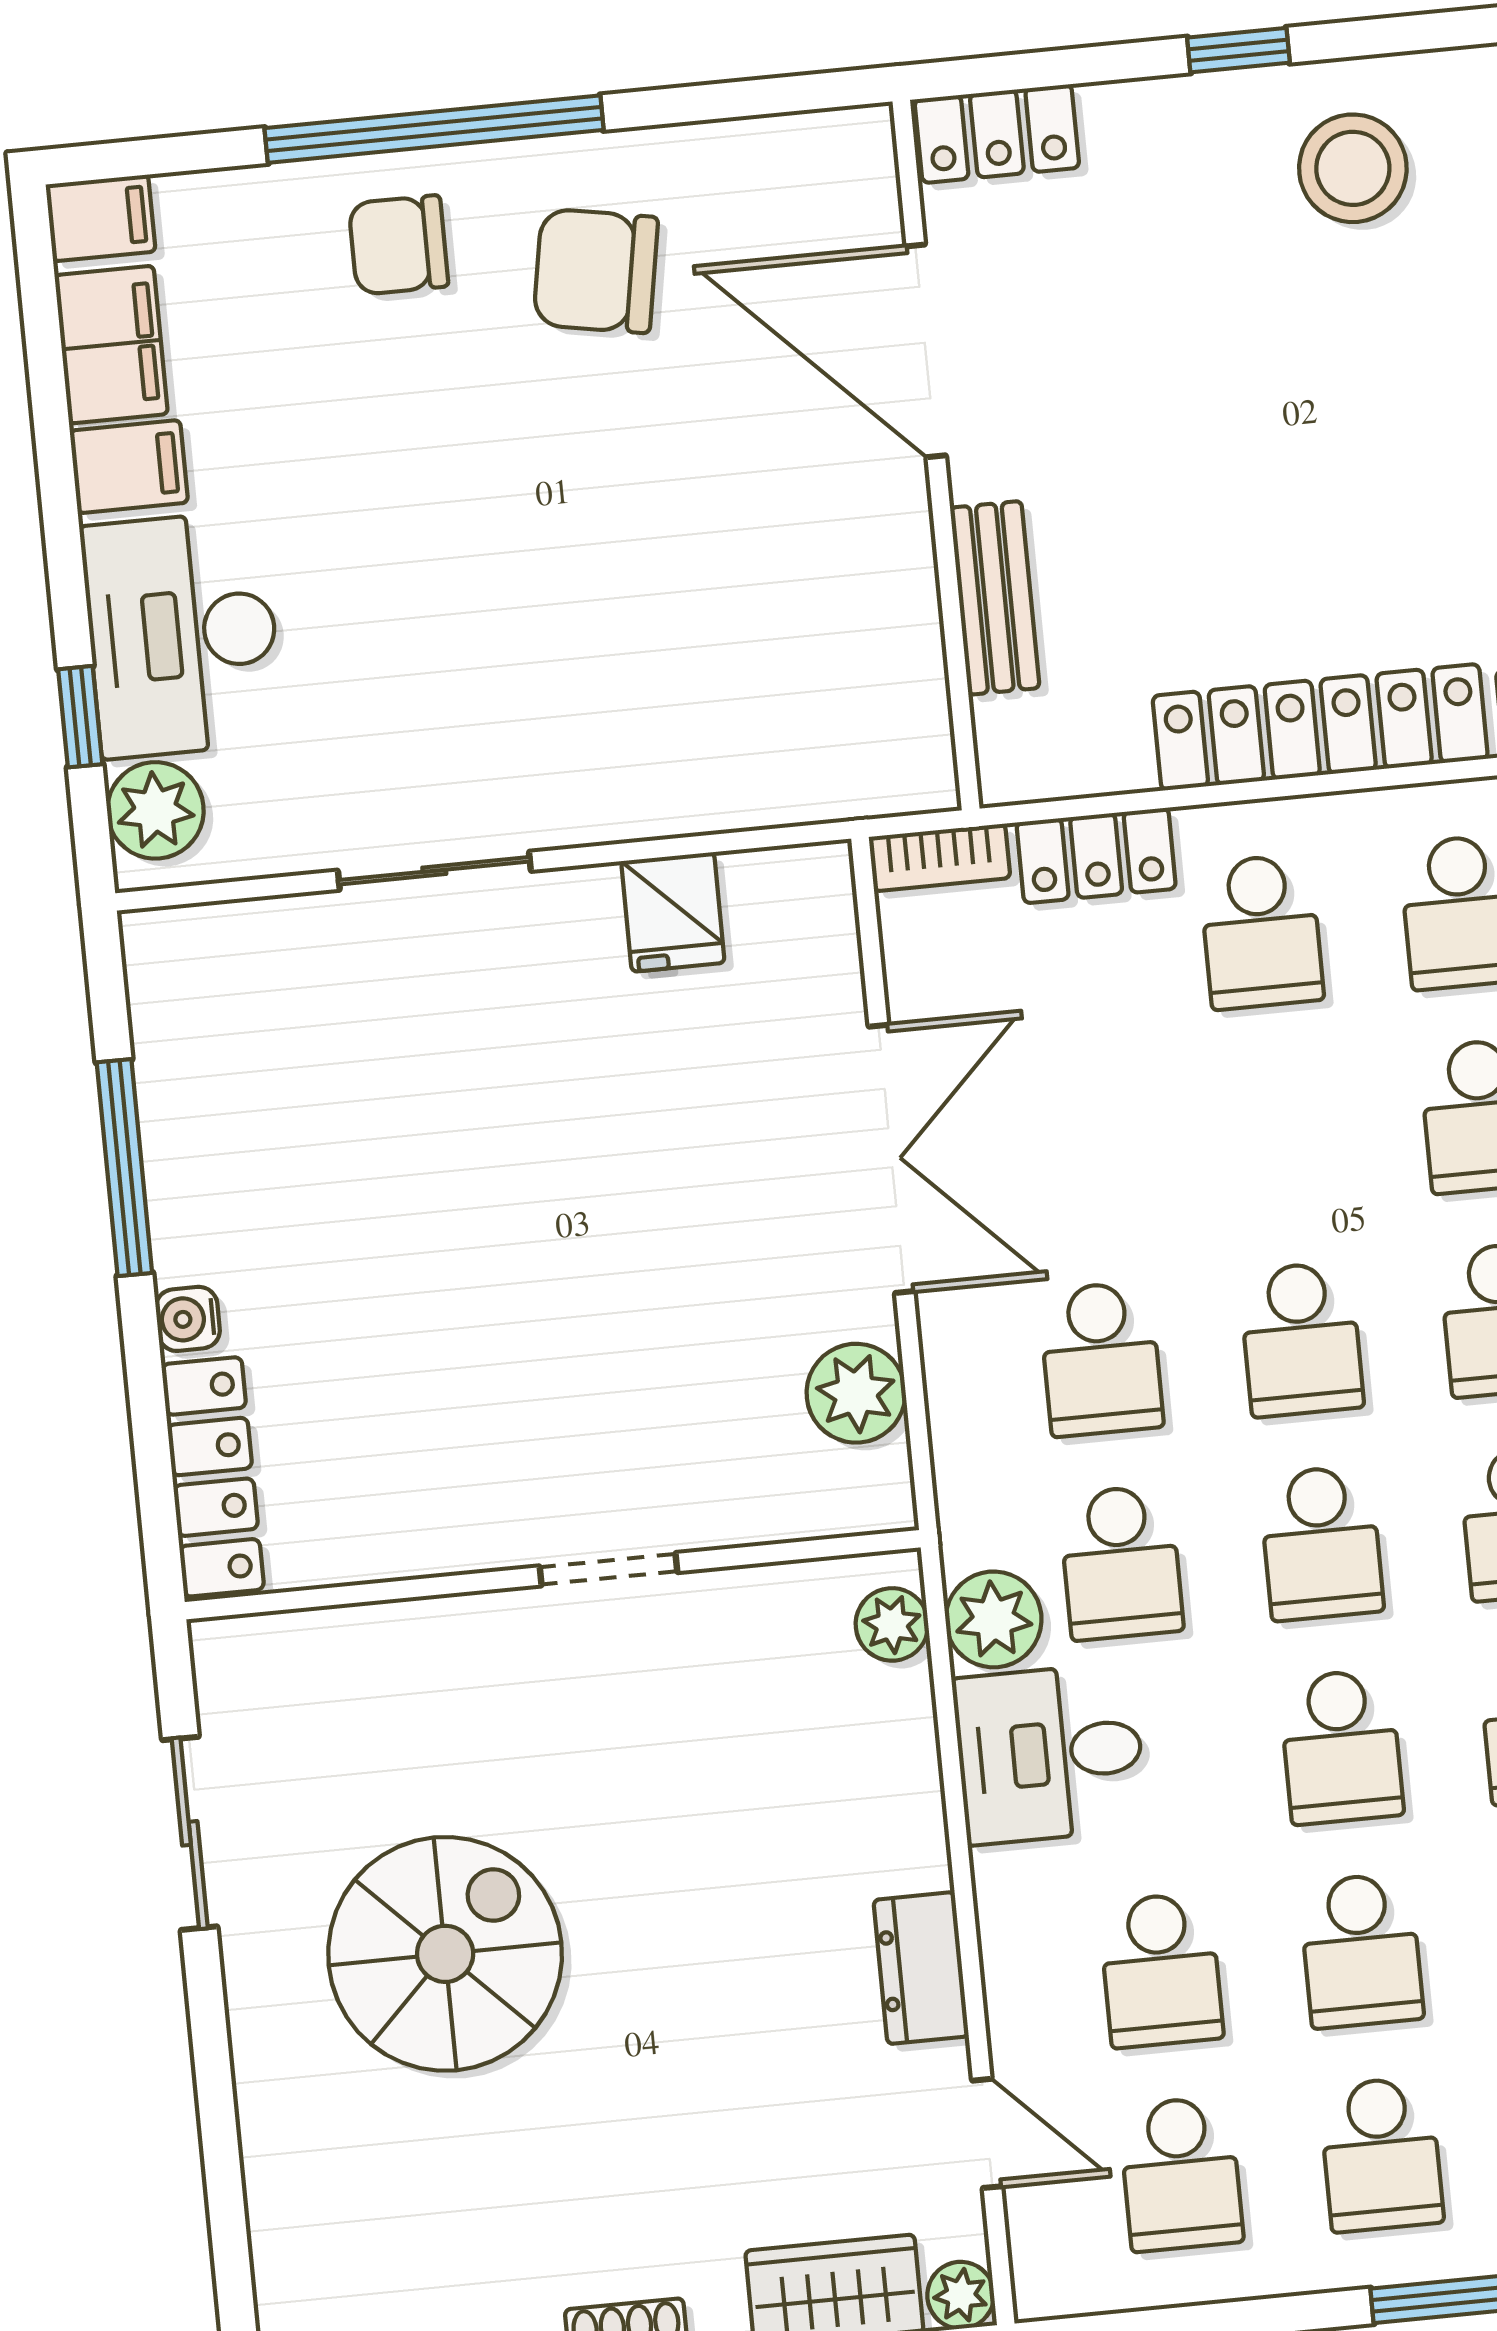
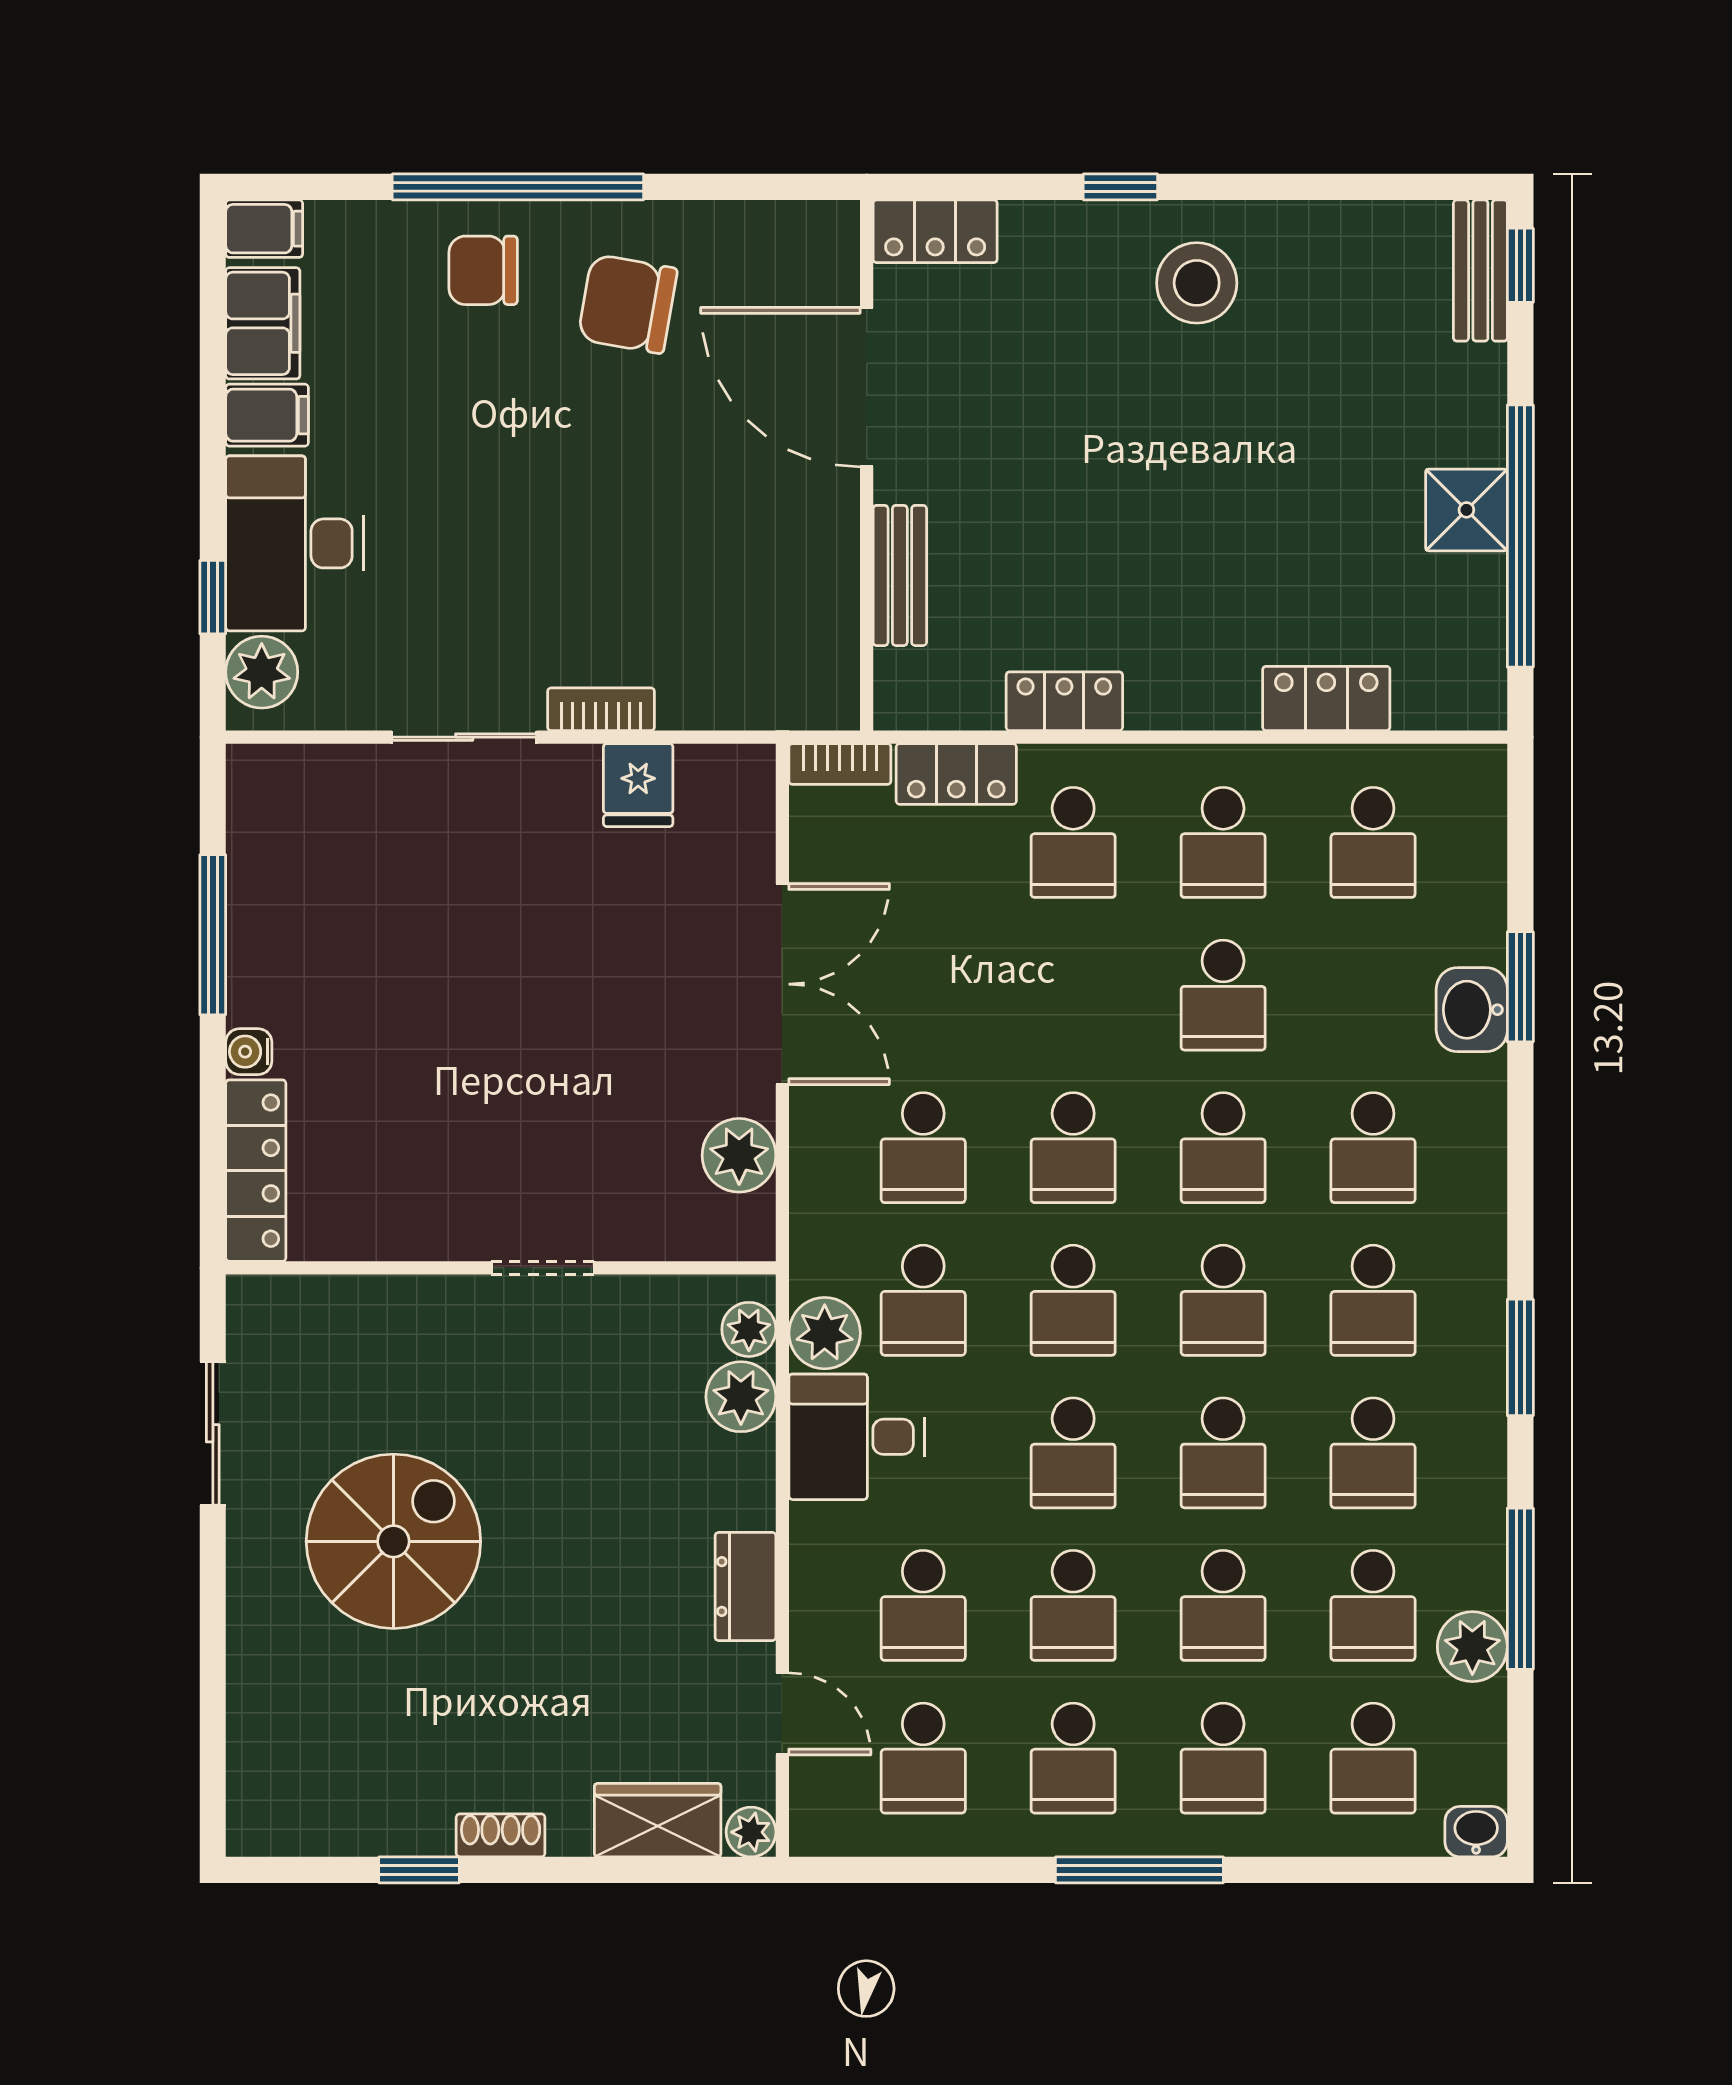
locker: (1320, 727) -> (1064, 701), width x0.46, depth x0.83
bookcase: (613, 816) -> (601, 709), added
plant: (890, 1715) -> (741, 1397), added

